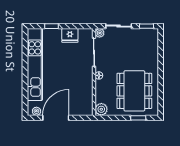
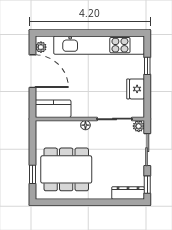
dresser: (153, 41) -> (128, 193), added
kitchen counter: (86, 101) -> (53, 109), added
plant: (101, 109) -> (43, 128), removed

